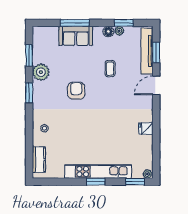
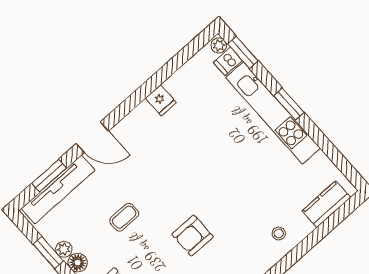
dishwasher: (137, 172) -> (228, 61), added

